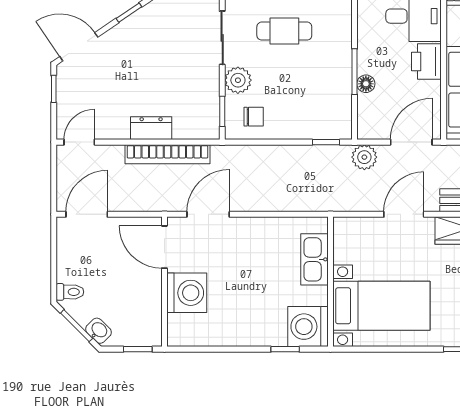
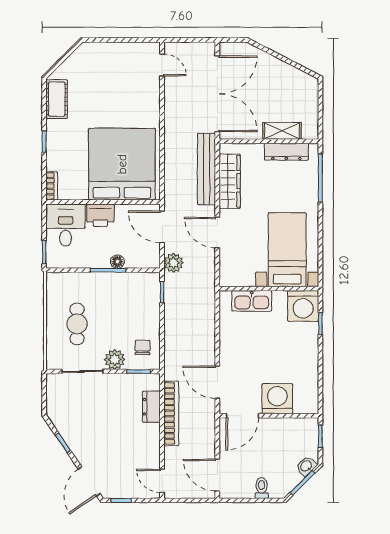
dresser: (151, 128) -> (151, 407), moved
toilet: (70, 292) -> (262, 488), moved

